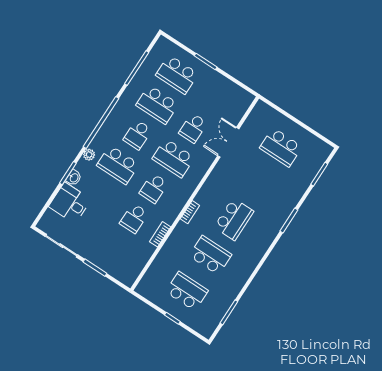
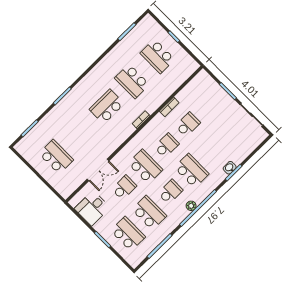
plant: (89, 155) -> (191, 206), moved
desk: (70, 203) -> (92, 208), moved, turned 90

